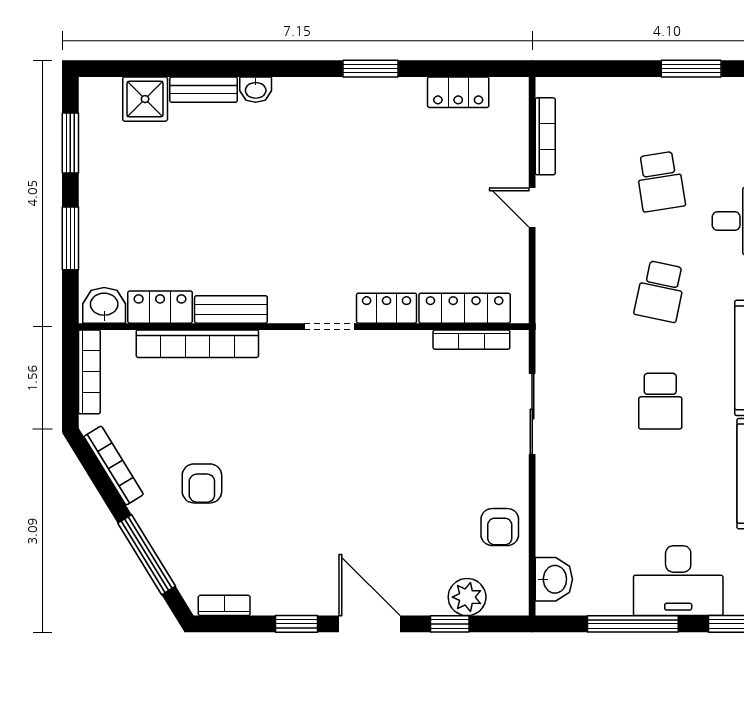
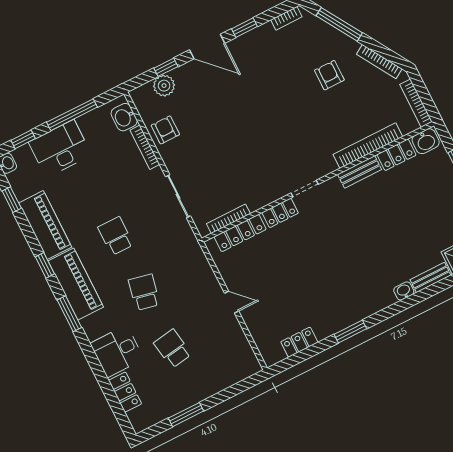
bookcase: (545, 136) -> (145, 147), moved

